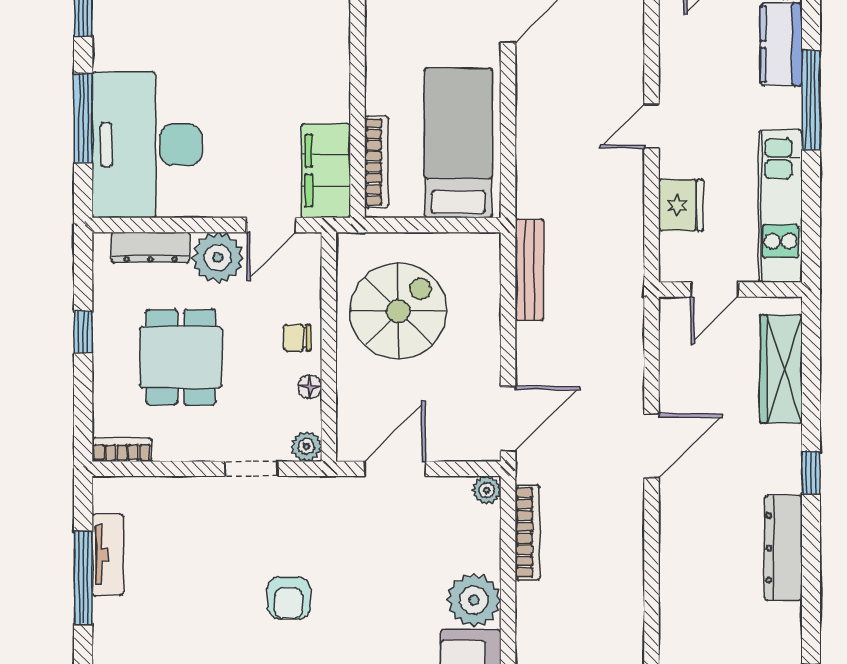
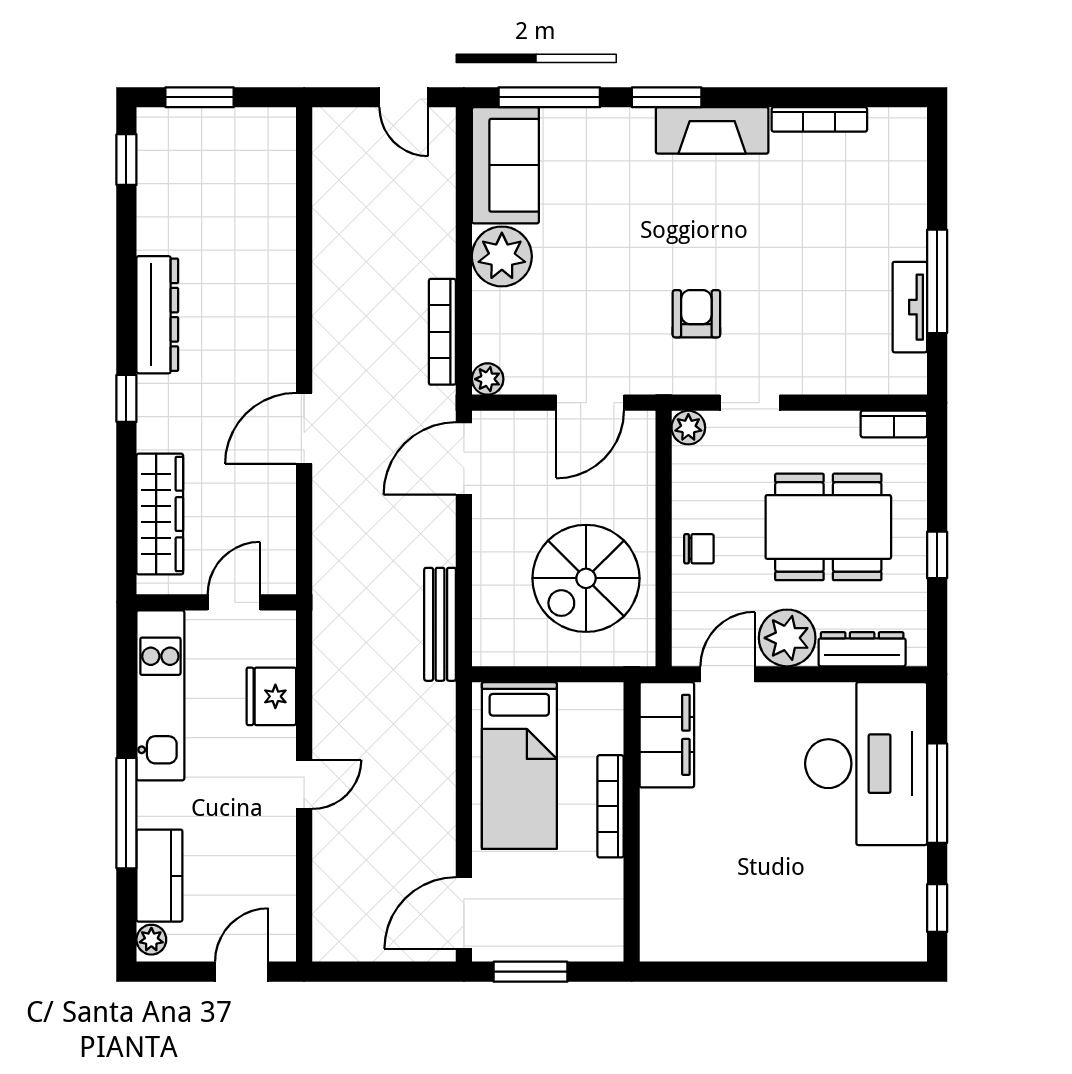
bookcase: (376, 162) -> (610, 806), moved
dining table: (181, 357) -> (828, 527), width x1.38
floor lamp: (310, 387) -> (685, 494), removed
armchair: (289, 598) -> (696, 314), moved

